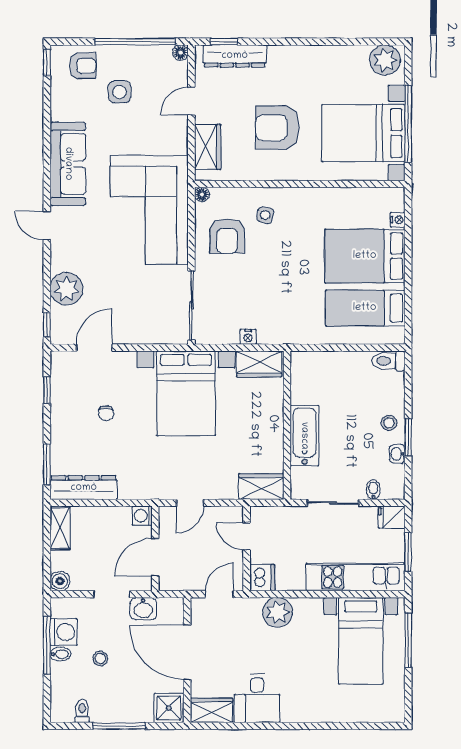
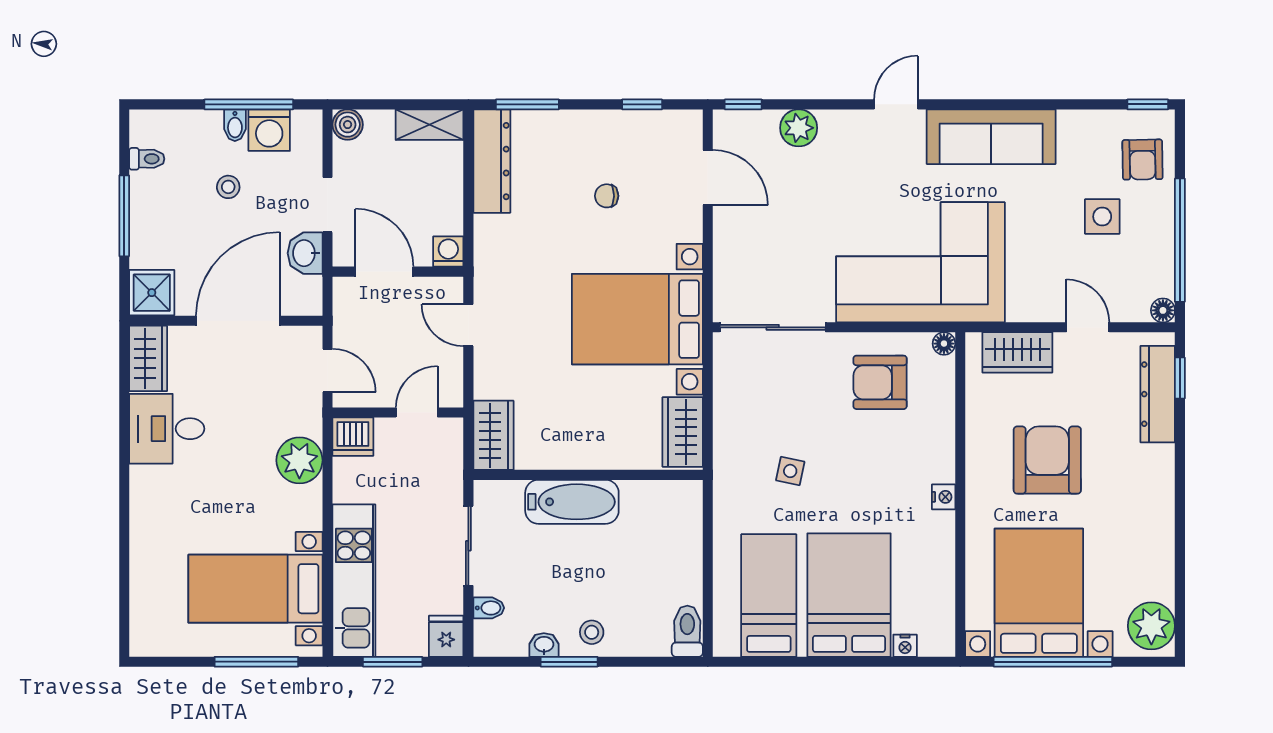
side table: (265, 215) -> (790, 471), moved
plant: (66, 289) -> (799, 128), width x0.73, depth x0.73
nightstand: (248, 337) -> (944, 497), moved, turned 180

